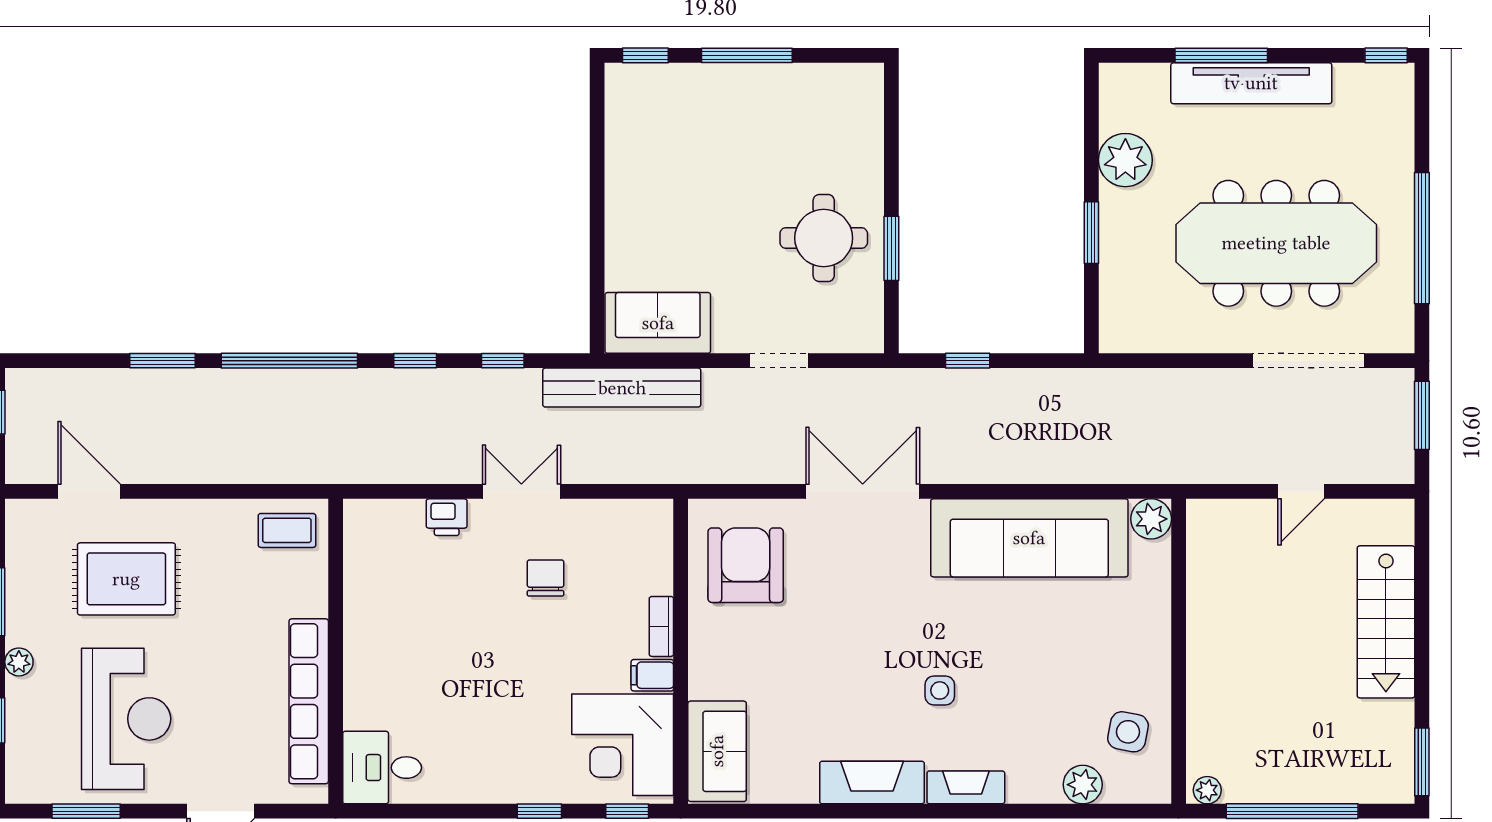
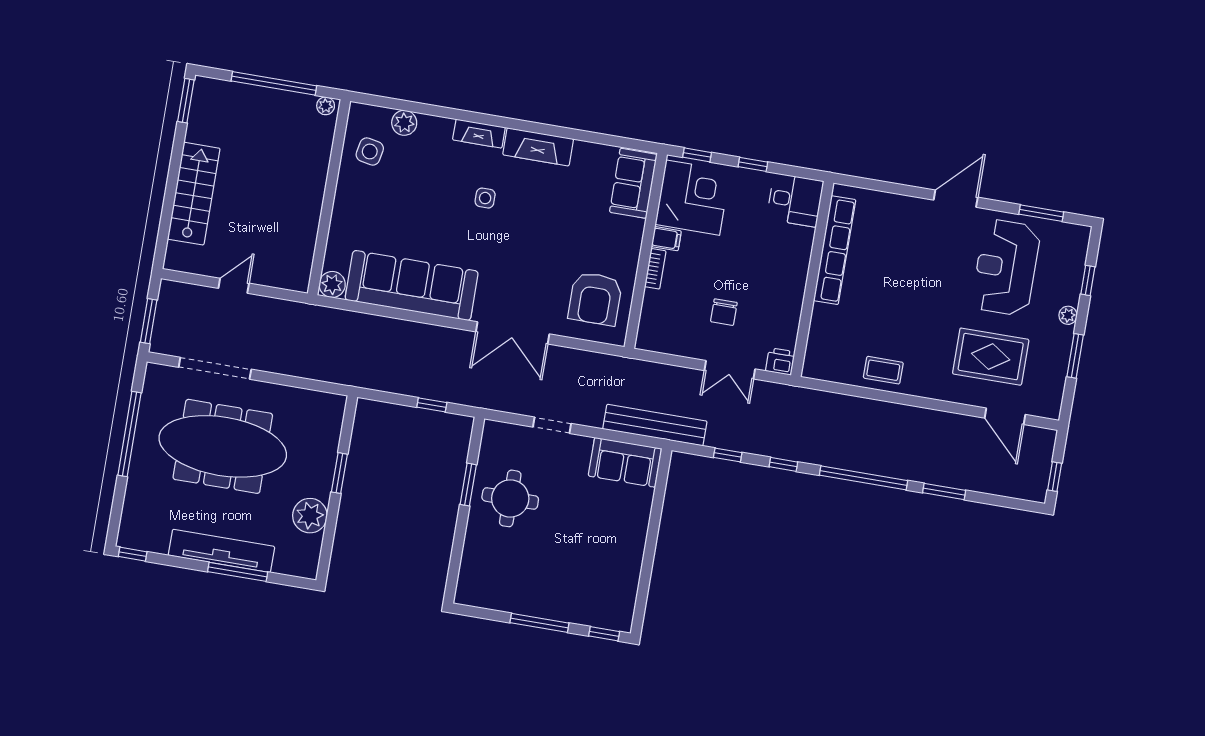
wall: (336, 651) -> (812, 279), moved
row of seats: (309, 701) -> (835, 250), moved
desk: (382, 768) -> (795, 200), moved

